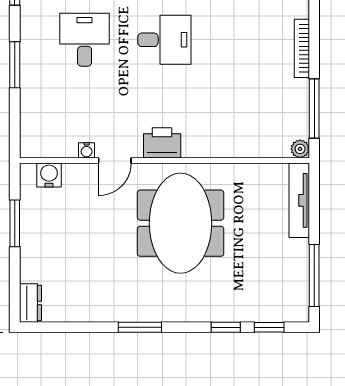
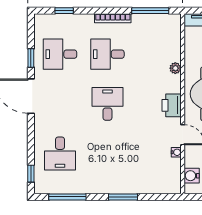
desk: (85, 40) -> (107, 54), moved
plant: (300, 149) -> (175, 68), moved

